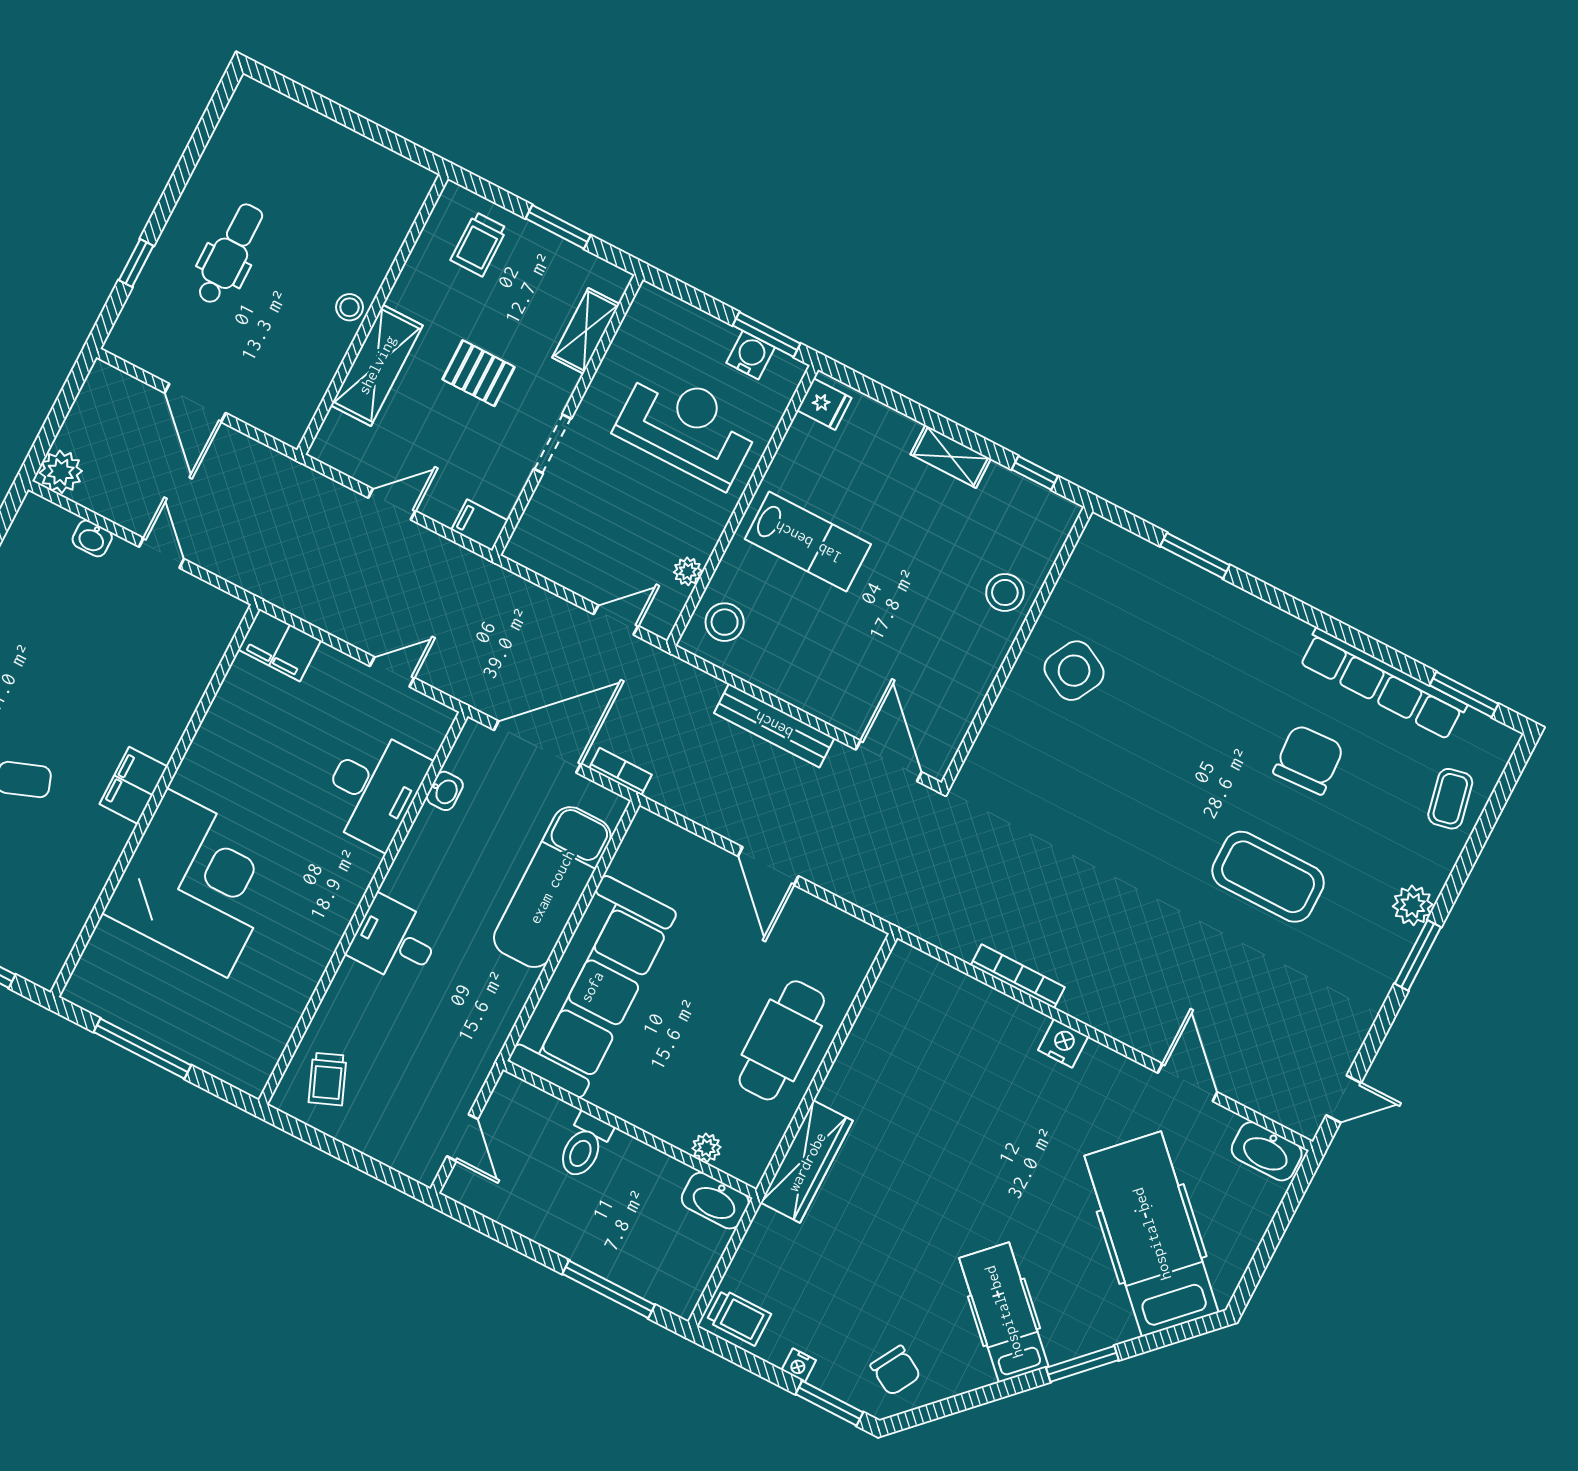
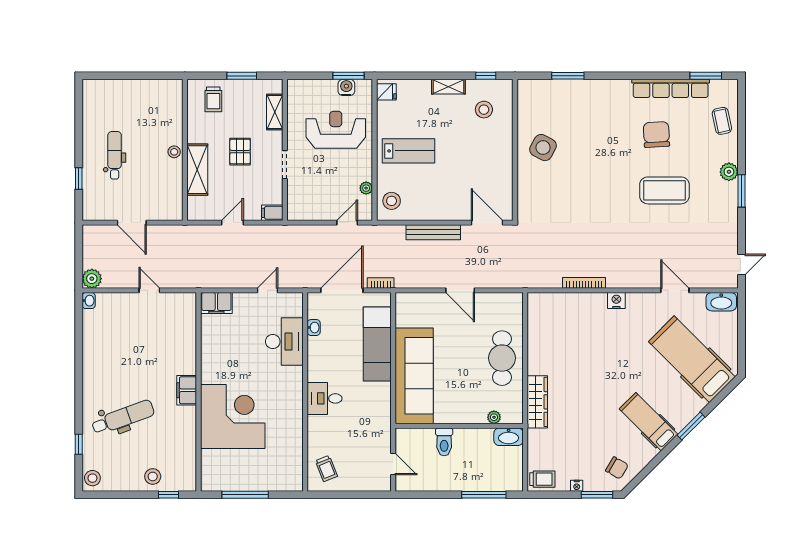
pallet: (478, 373) -> (240, 152), turned 90
washbasin: (92, 538) -> (89, 301), moved, turned -90
stool: (1005, 592) -> (484, 110), moved

